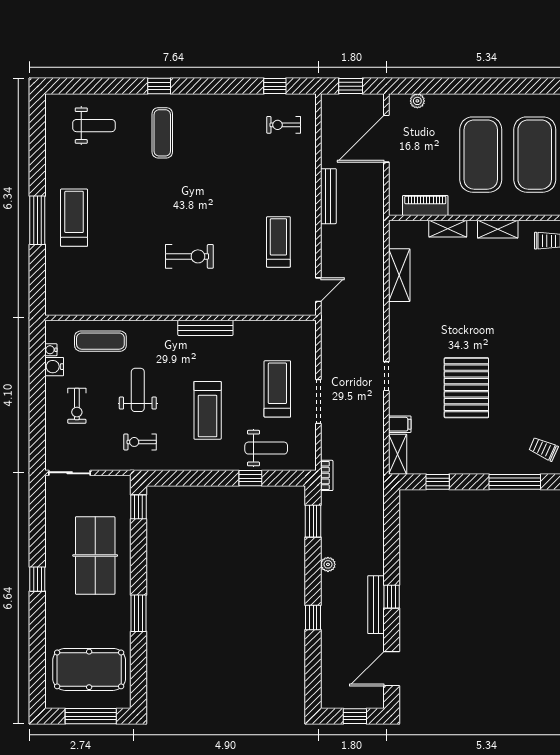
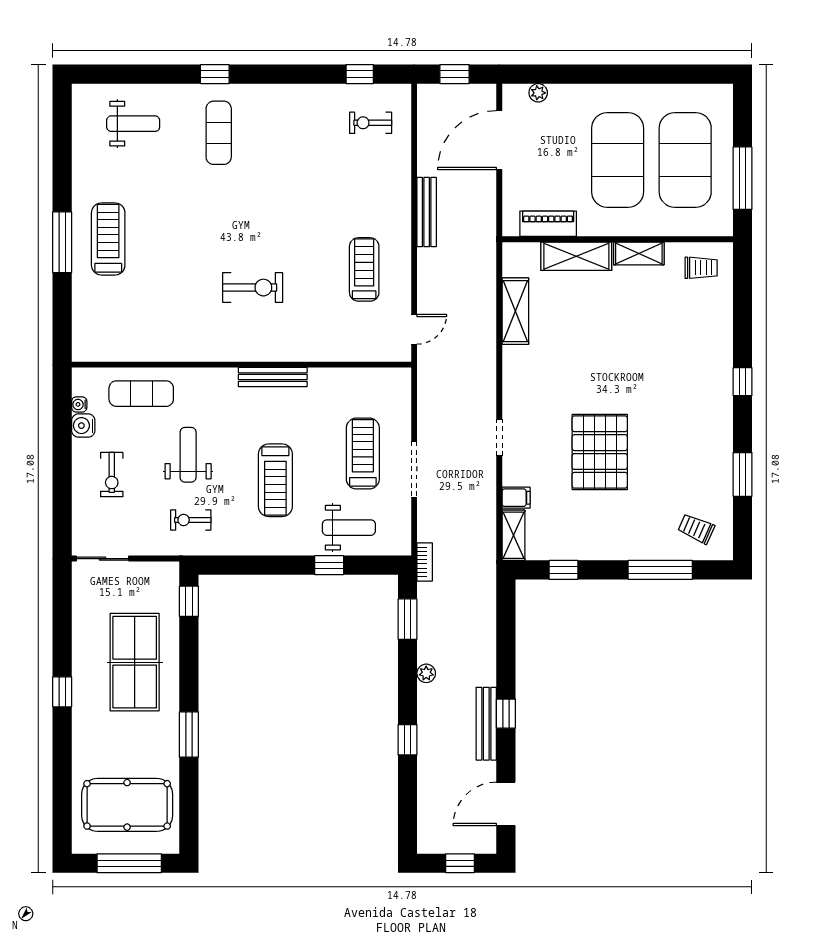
shelving: (448, 229) -> (576, 256), width x1.50, depth x1.33

